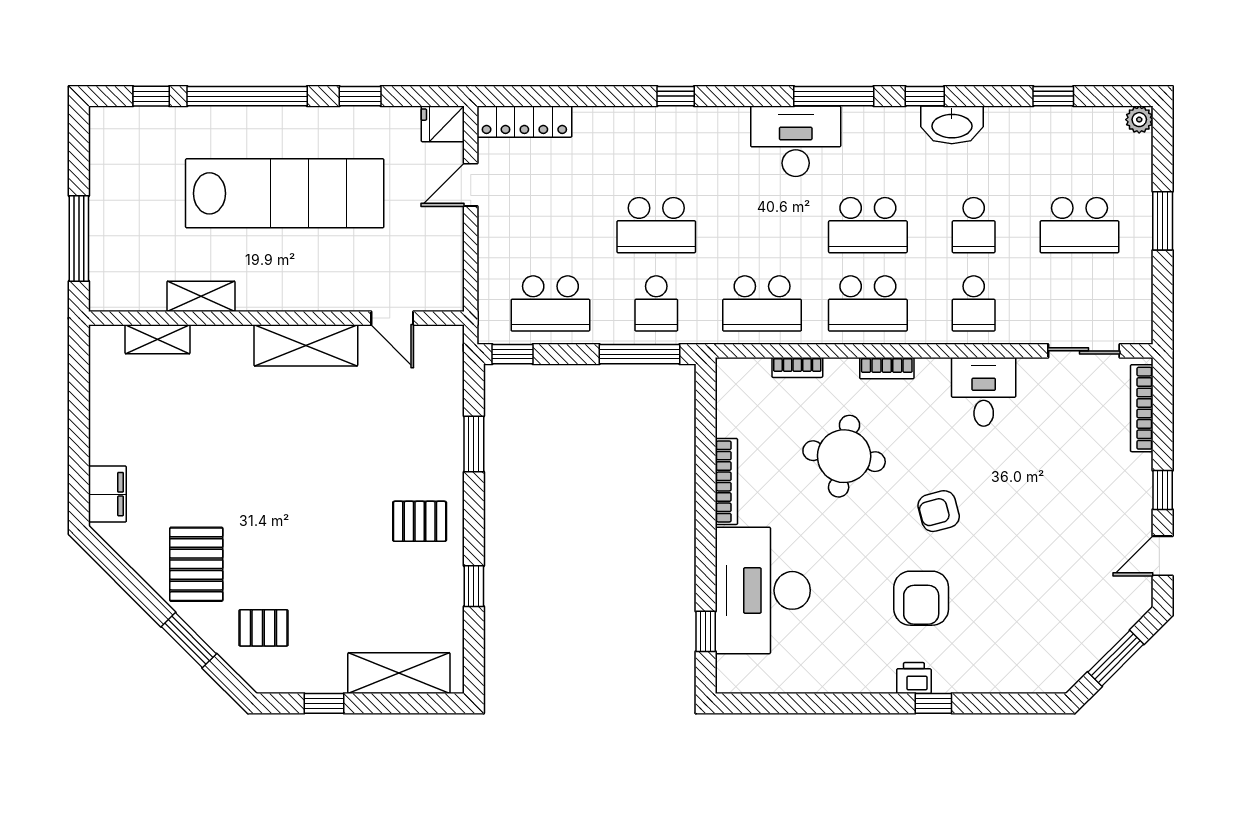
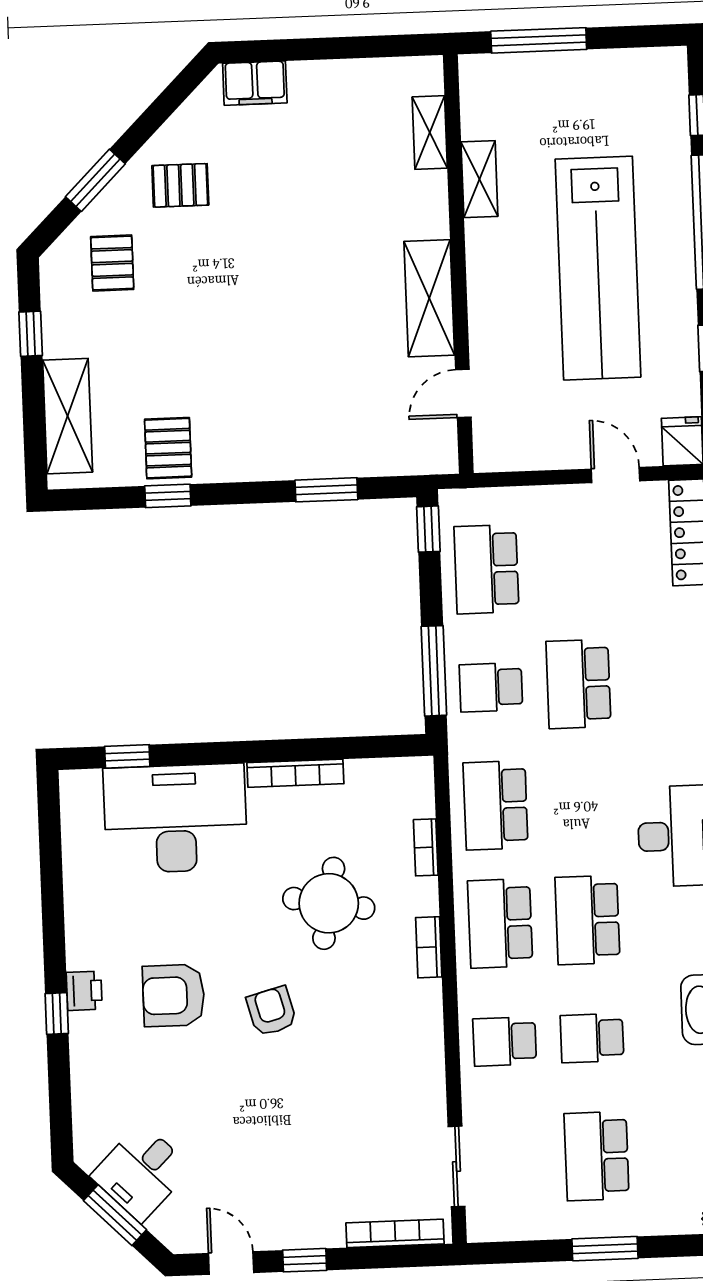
desk: (984, 392) -> (141, 1172), moved, turned 135
pallet: (420, 521) -> (168, 448), moved
pallet: (196, 564) -> (180, 185), width x0.67, depth x0.71

